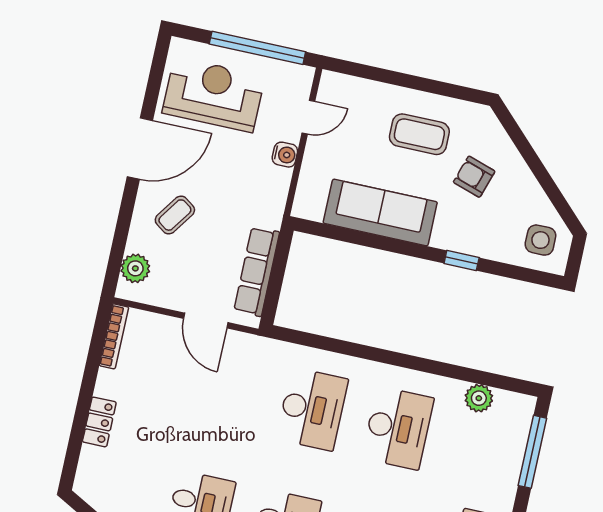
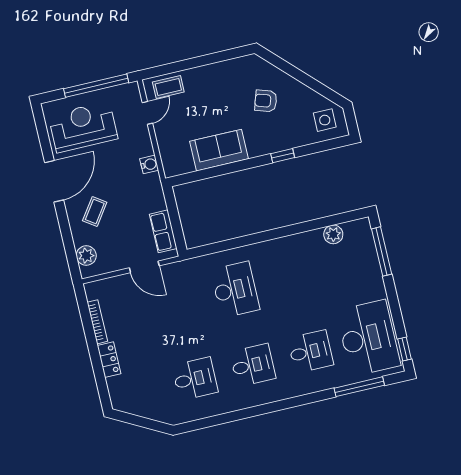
coffee table: (419, 134) -> (168, 87), moved, width x0.73, depth x0.77
water cooler: (285, 155) -> (149, 164), moved
sofa: (380, 213) -> (219, 150), width x0.73
row of seats: (257, 271) -> (163, 231), width x0.68
bookcase: (114, 336) -> (97, 322), moved
desk: (398, 428) -> (293, 276), removed

